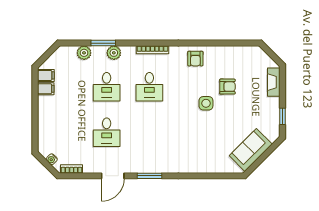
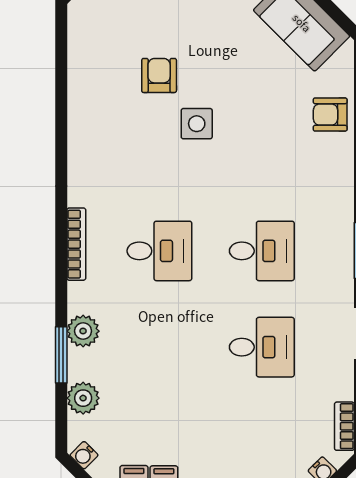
water cooler: (59, 53) -> (84, 455), added
armchair: (195, 59) -> (330, 115), moved, turned 180
desk: (107, 87) -> (262, 251), moved

